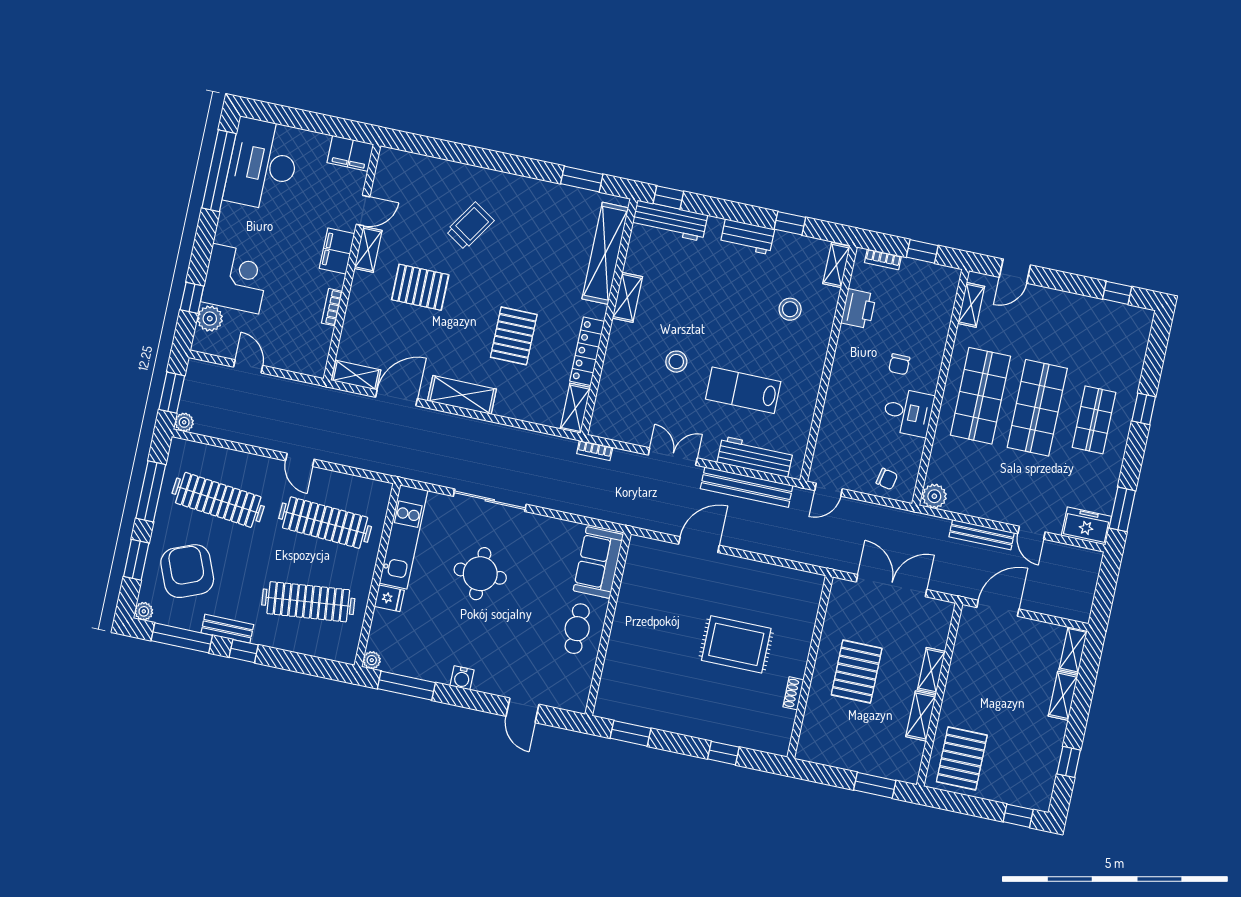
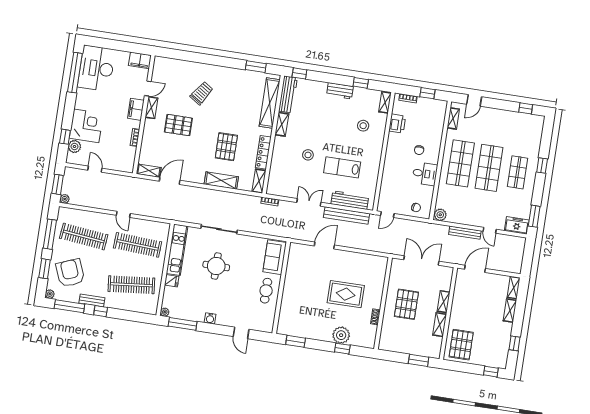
workbench: (670, 221) -> (288, 94), moved, turned -90
shelving: (462, 395) -> (221, 180), moved
plant: (722, 726) -> (341, 335), added

